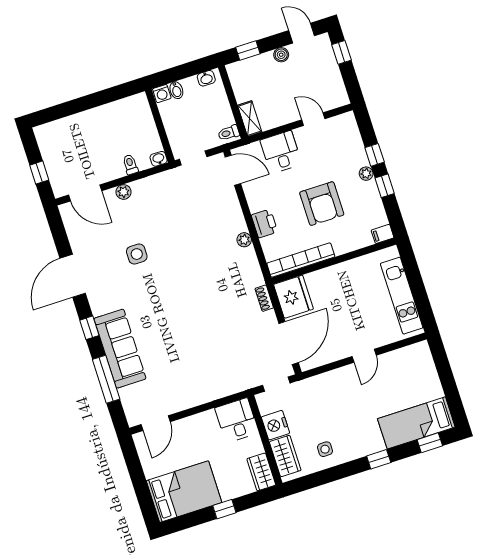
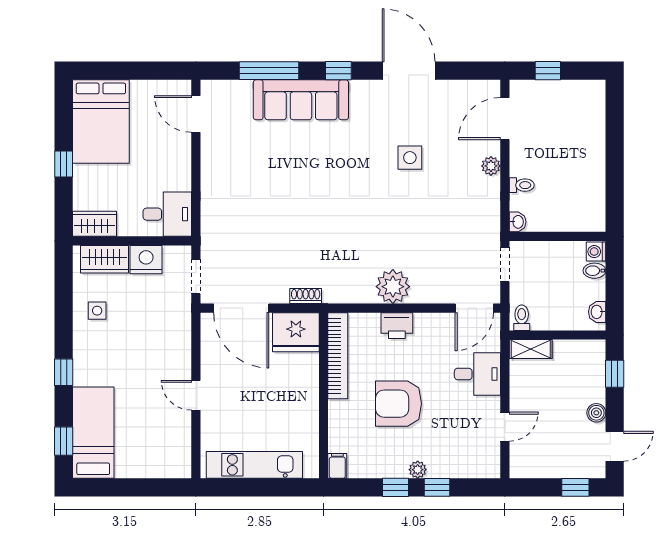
plant: (244, 240) -> (393, 287), width x1.88, depth x1.88

